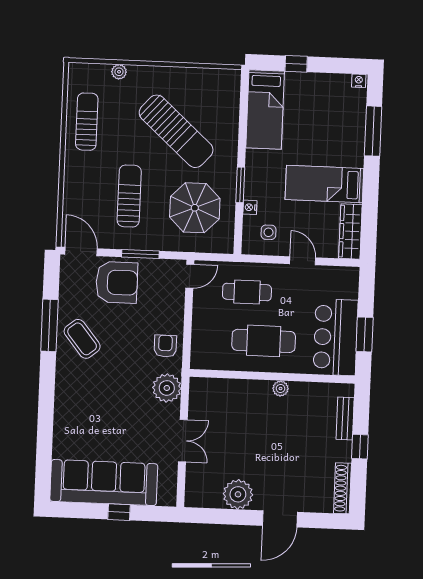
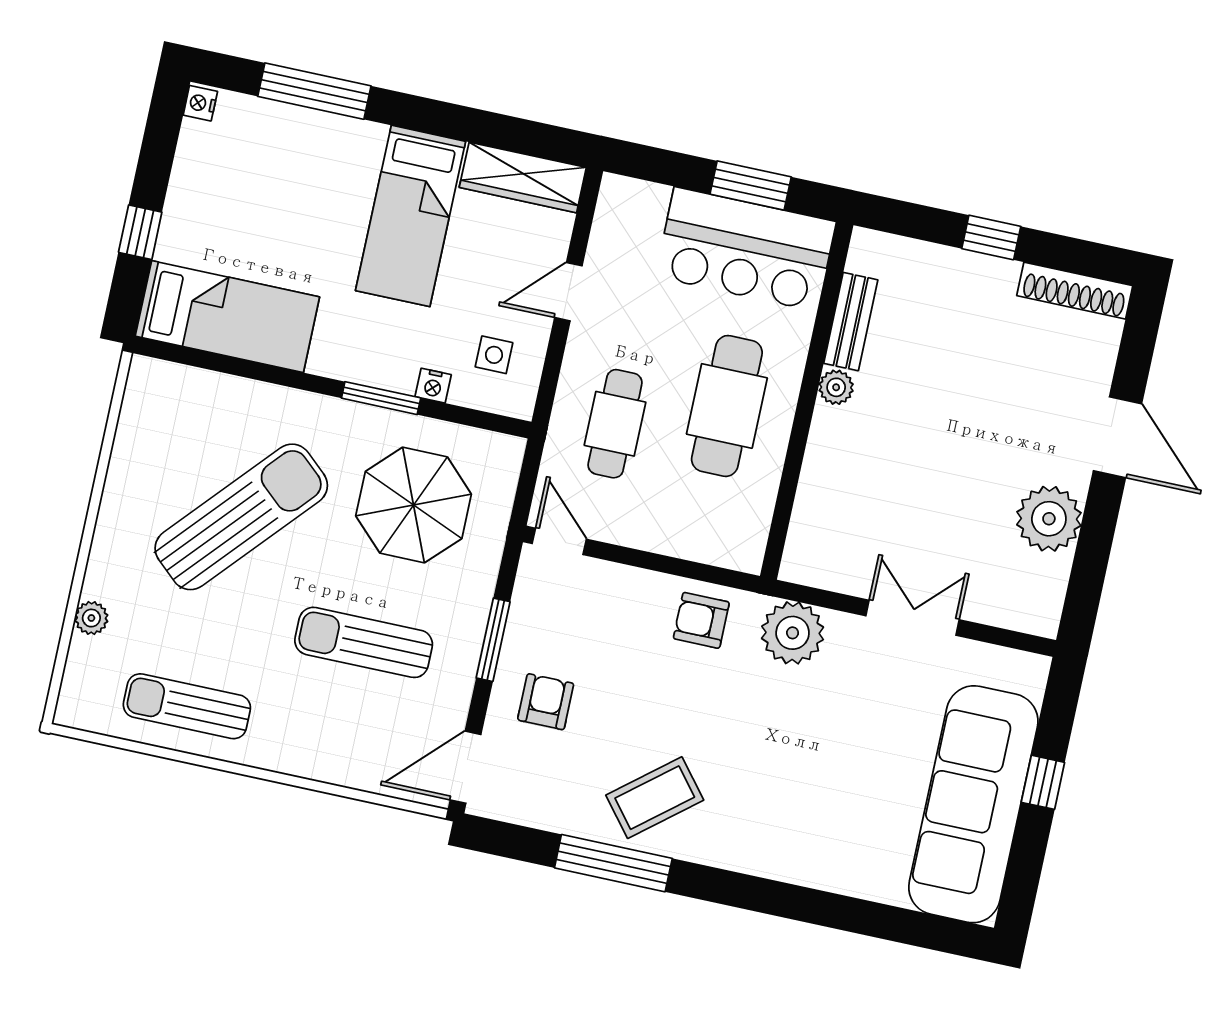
armchair: (117, 282) -> (546, 702), width x0.53, depth x0.53
bench: (345, 418) -> (851, 322), moved, turned 90

